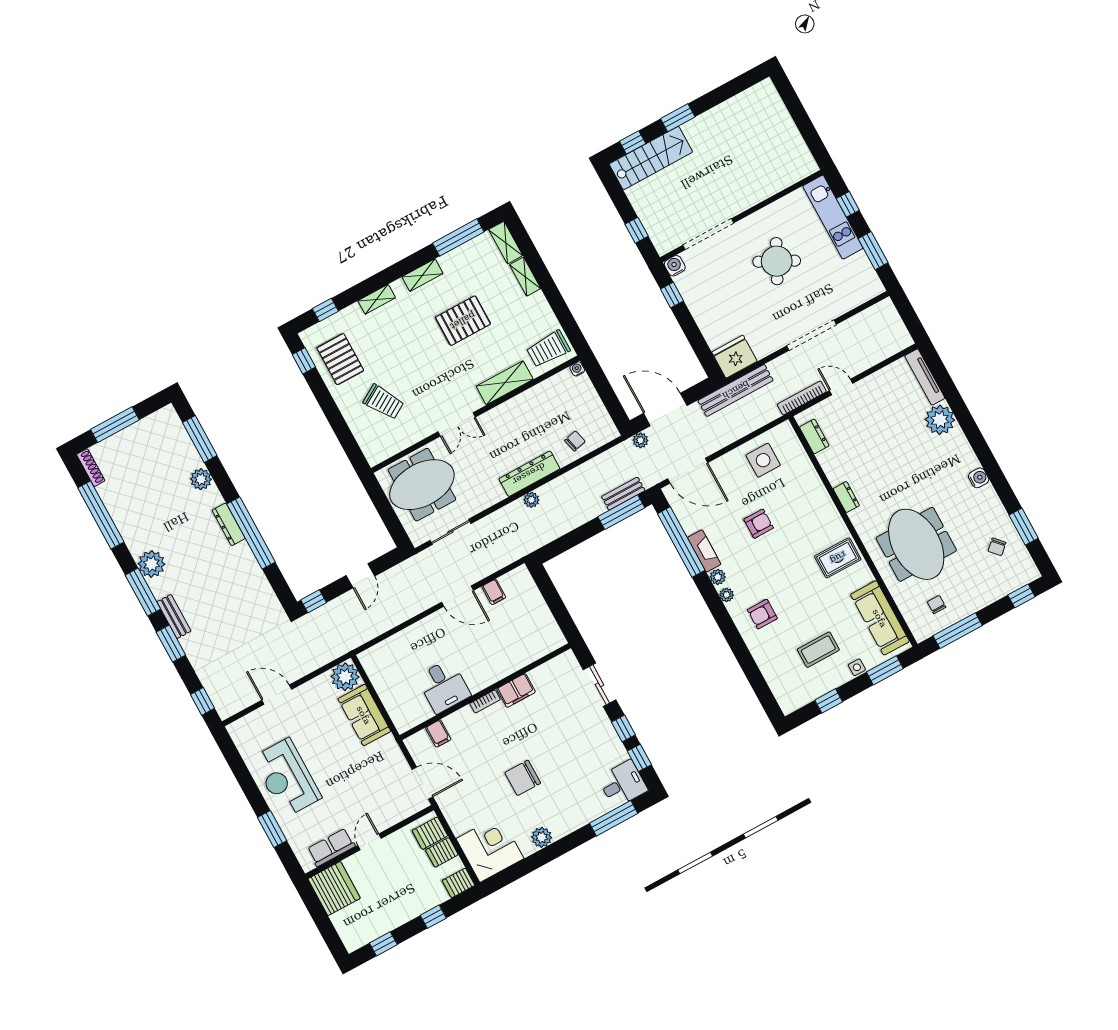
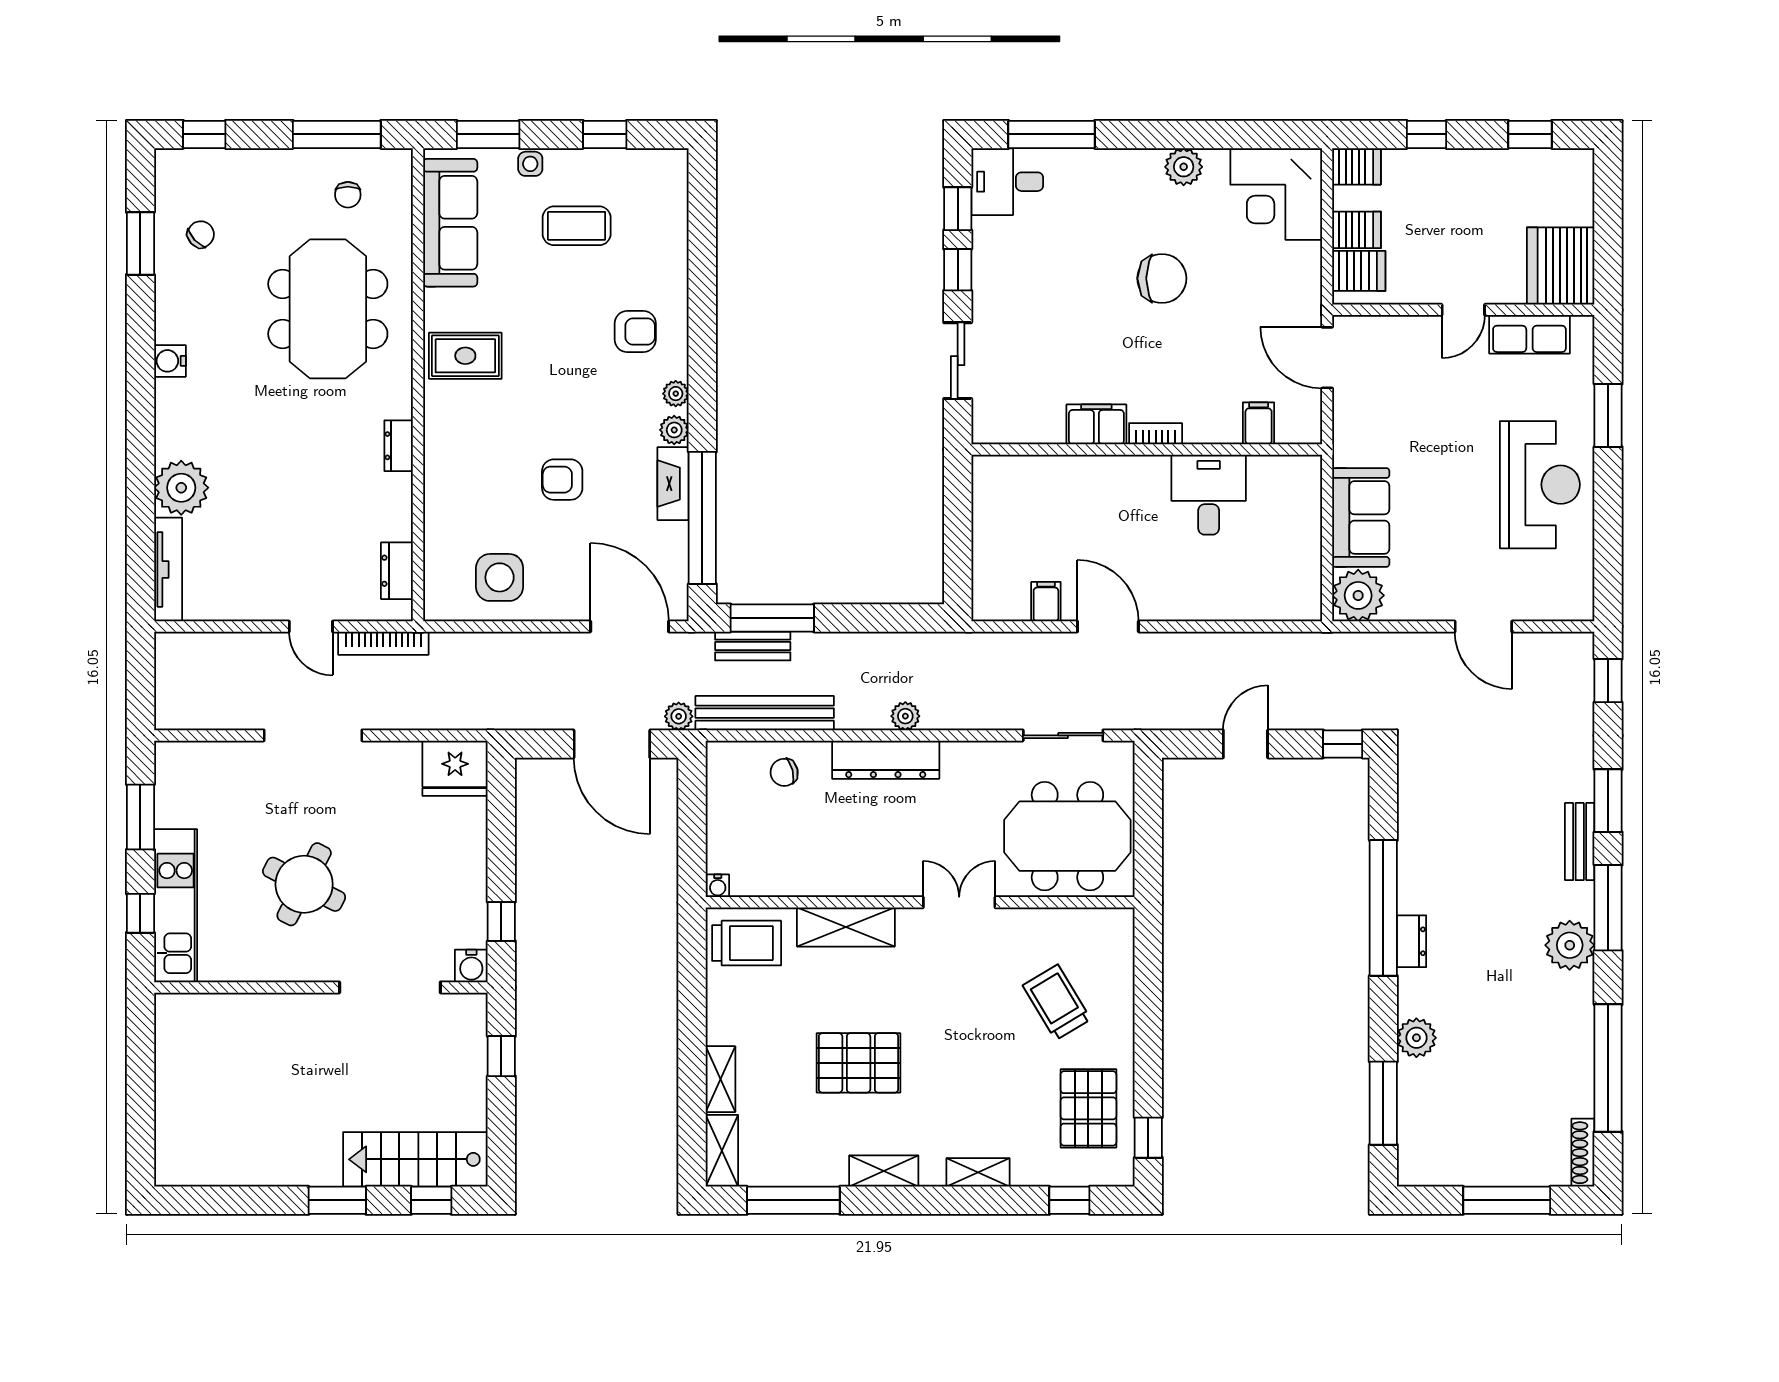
bench: (736, 390) -> (765, 713), moved
dresser: (229, 524) -> (1412, 941), width x0.70

